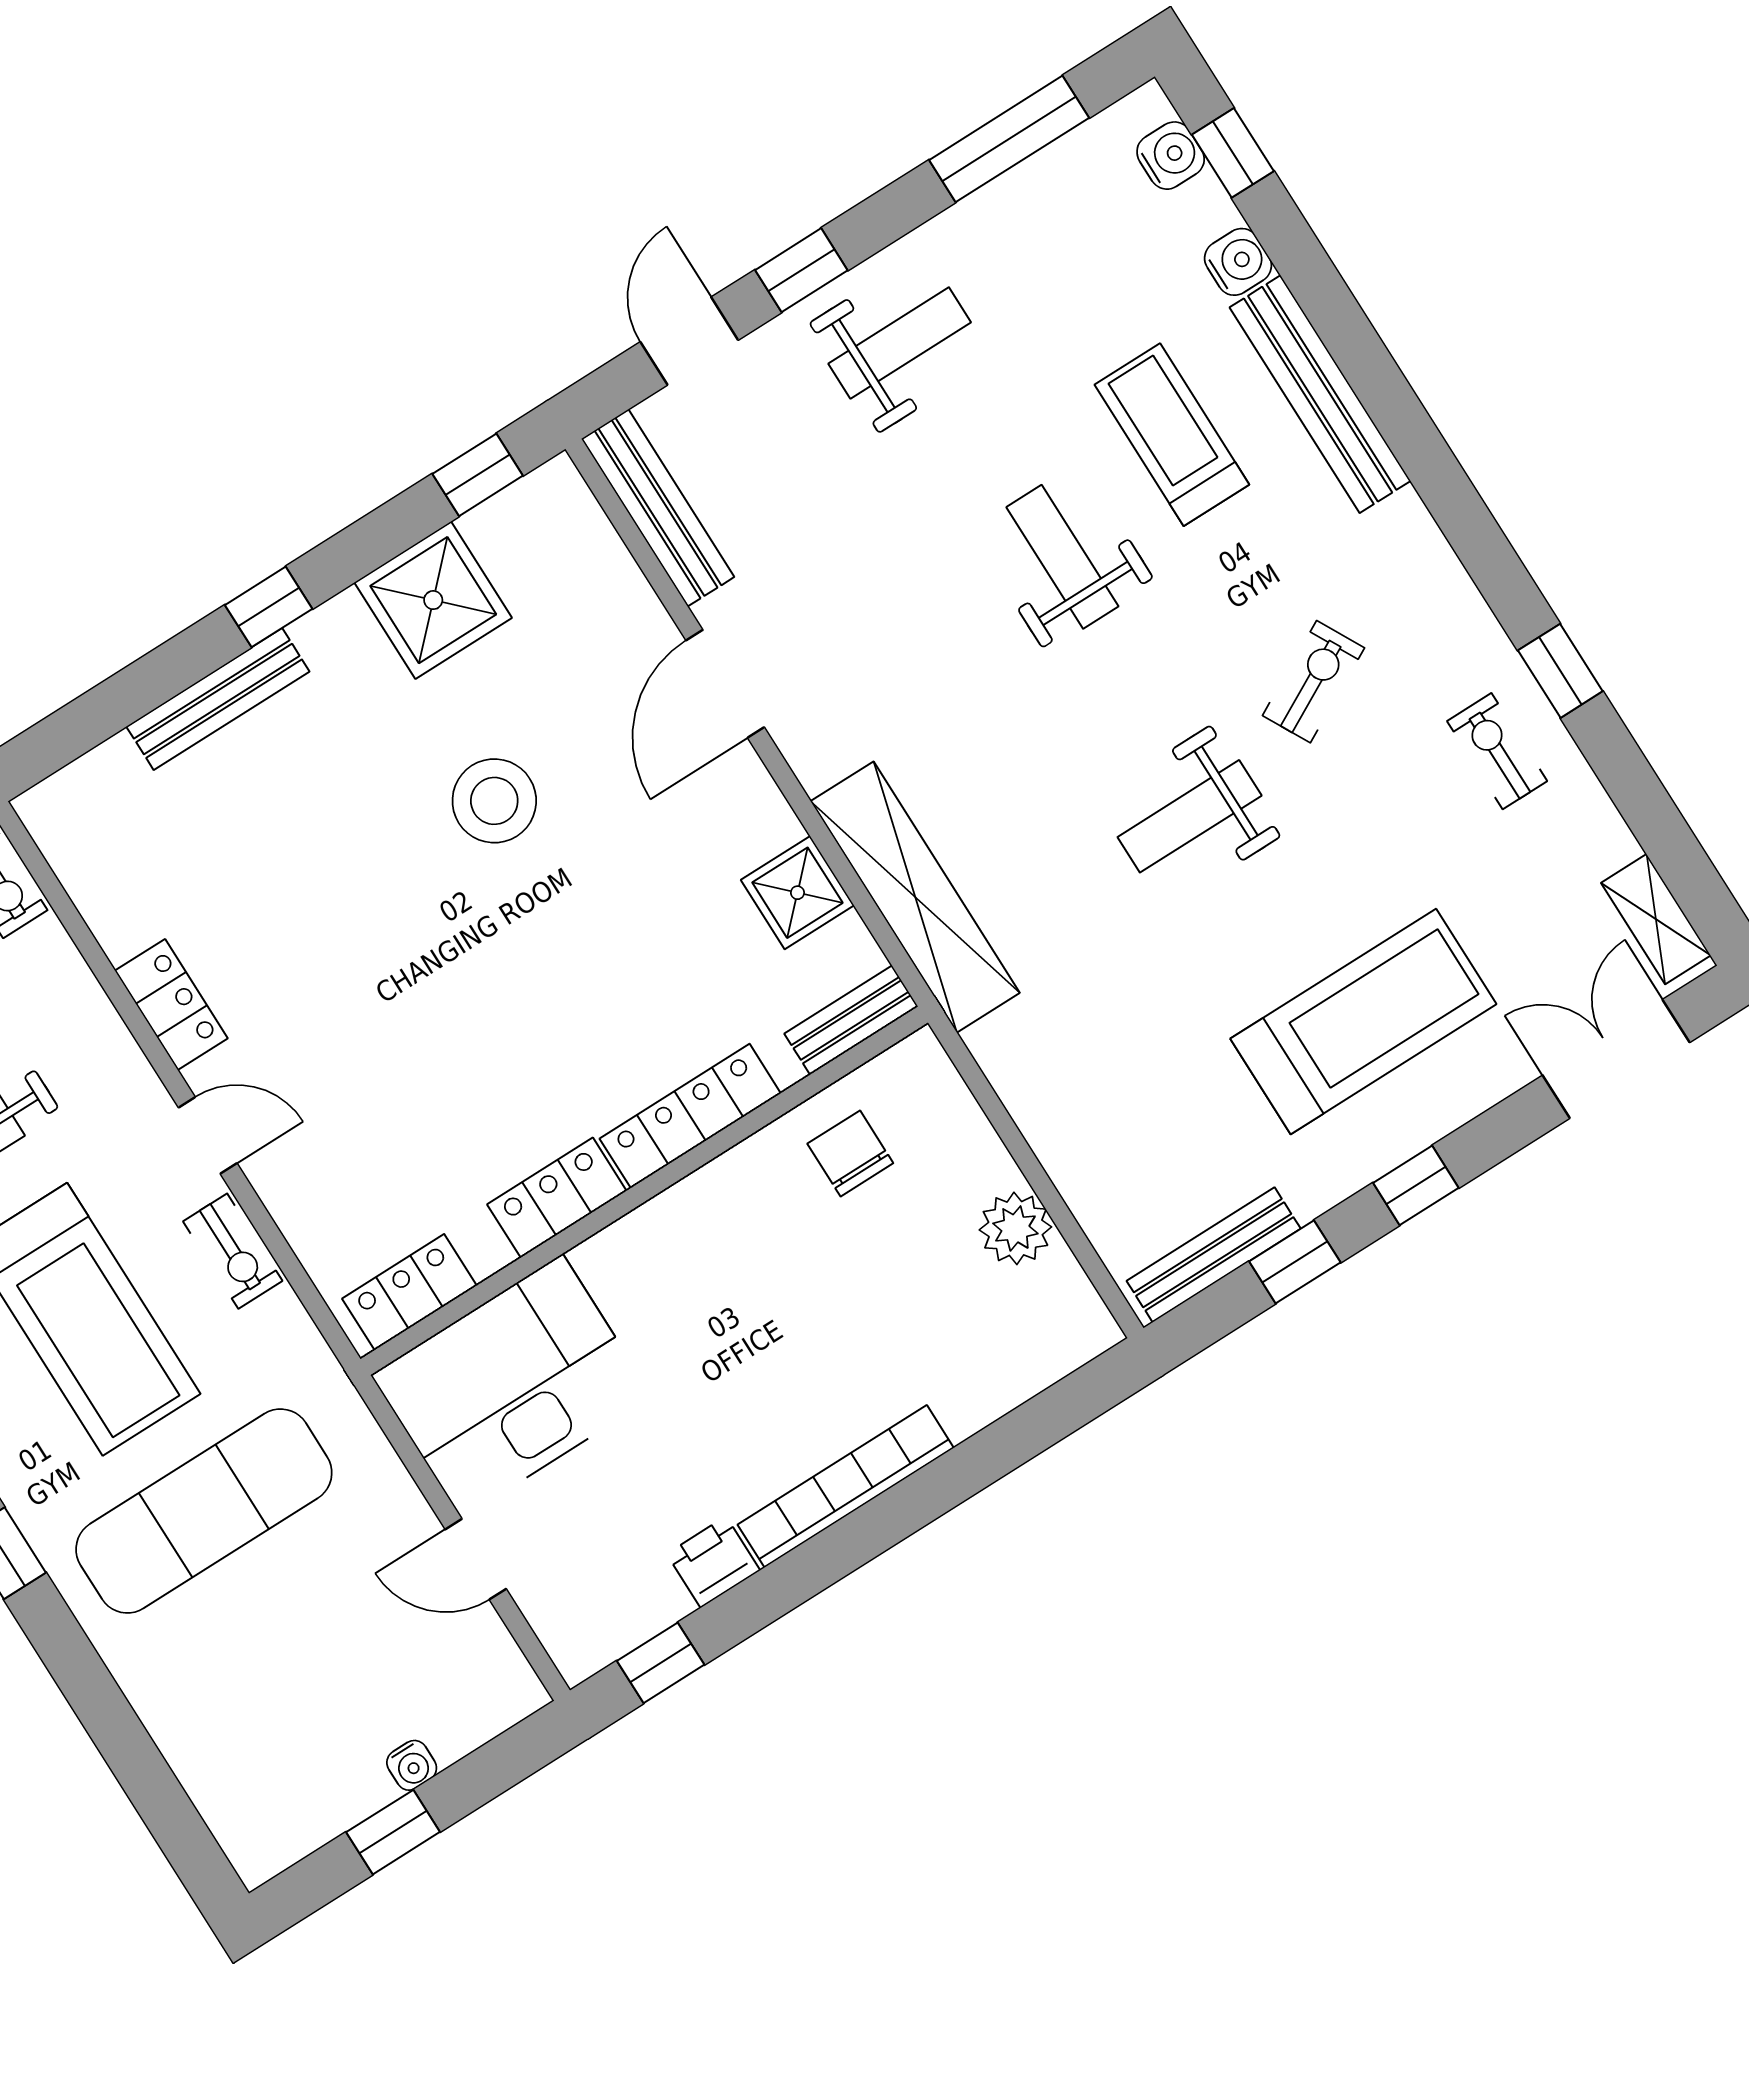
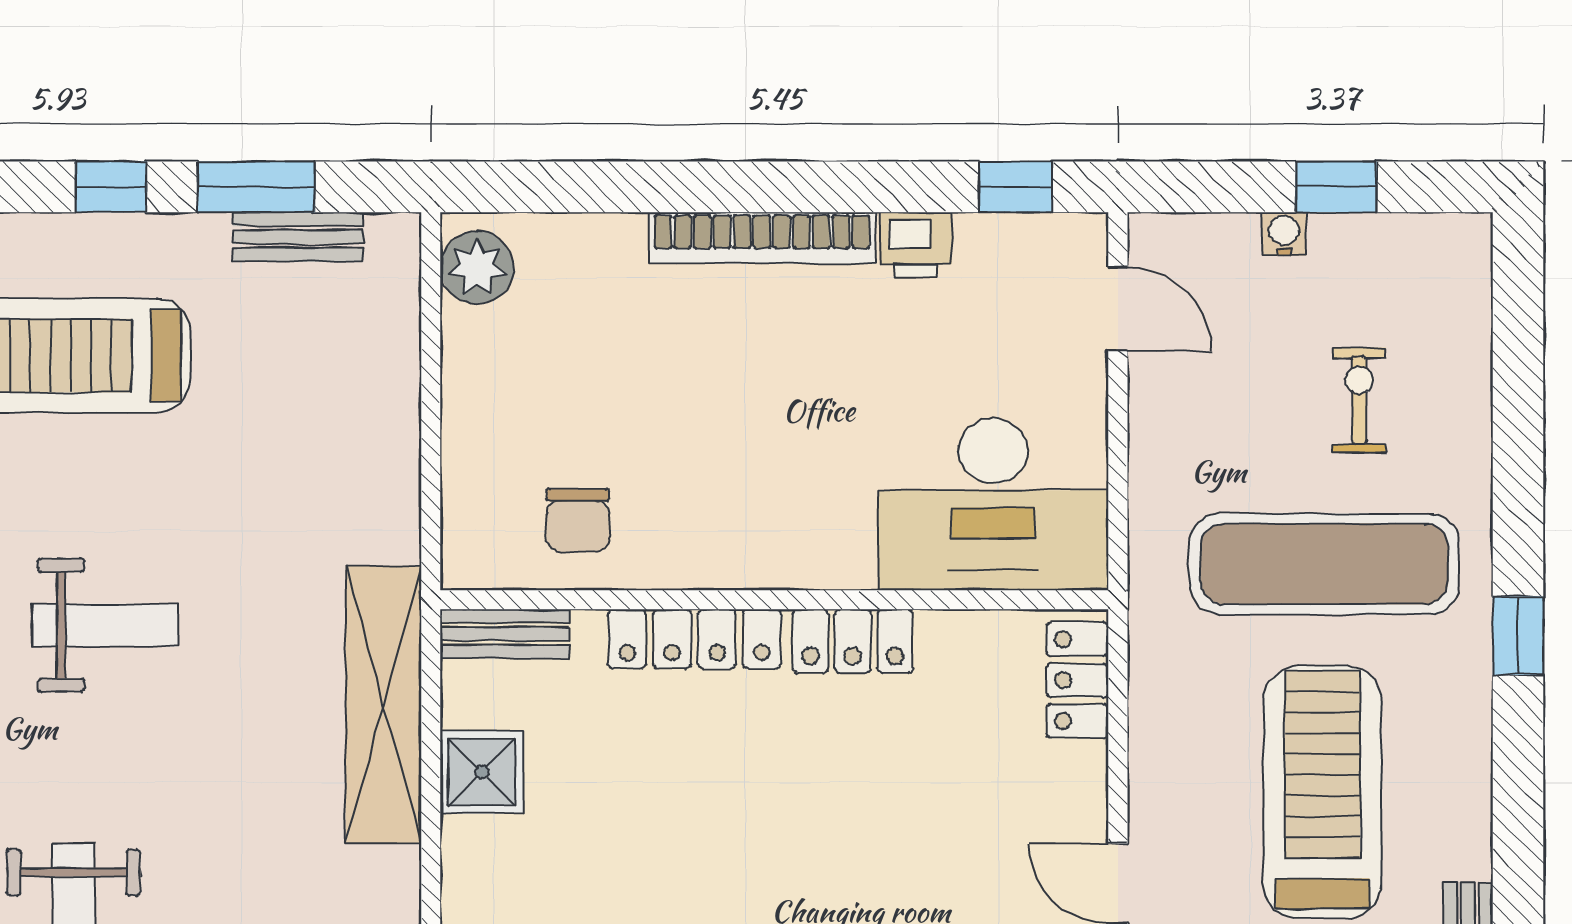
plant: (1015, 1228) -> (477, 267), moved
exercise bike: (233, 1251) -> (1359, 400), moved
bench: (1214, 1255) -> (298, 237), width x0.73
window: (1295, 1262) -> (256, 187), width x1.50
locker: (409, 1292) -> (1077, 680), moved, turned 90
door: (476, 1559) -> (1118, 309), moved

